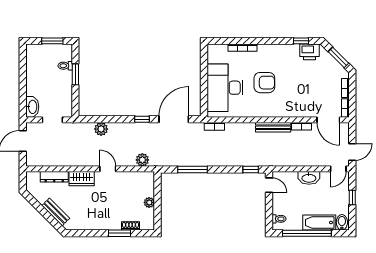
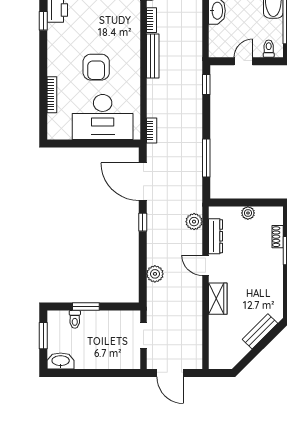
armchair: (264, 83) -> (96, 67), turned 180
washbasin: (32, 107) -> (61, 361), moved
door: (108, 169) -> (205, 265), hinge flipped
dresser: (54, 177) -> (215, 236), moved
door: (269, 185) -> (243, 61), moved

